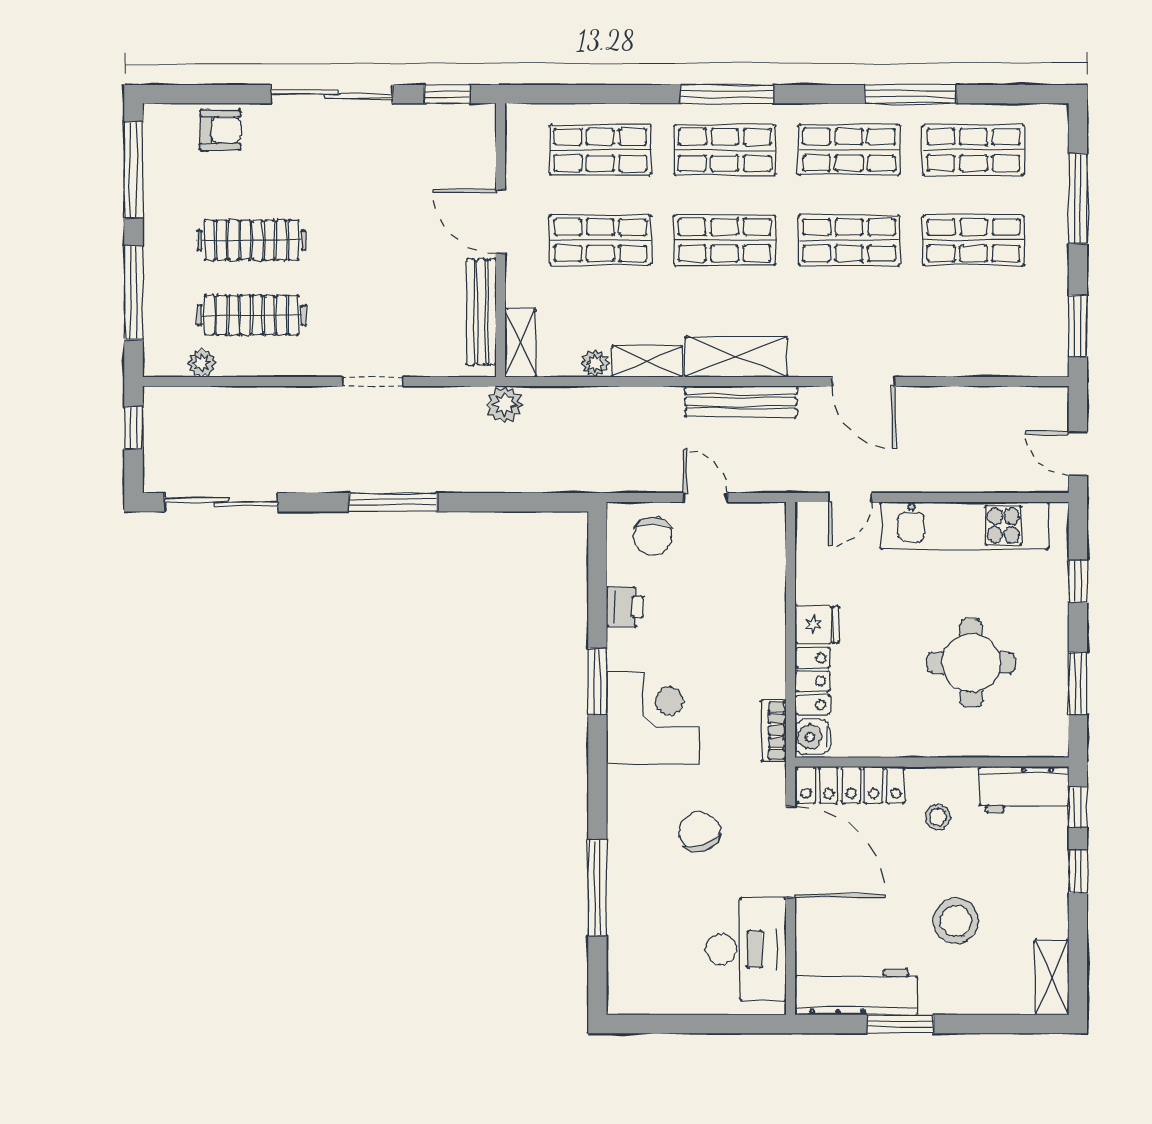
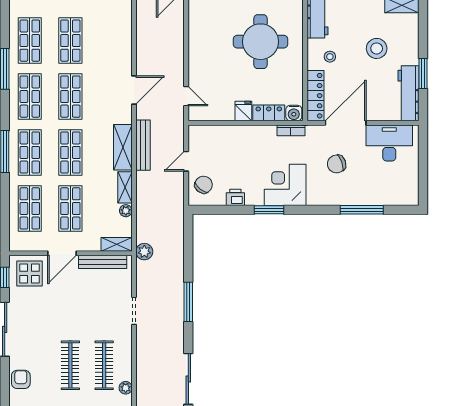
display table: (456, 149) -> (30, 273), added
kitchen unit: (965, 525) -> (199, 44), removed
chair: (653, 536) -> (204, 185), turned -52
round table: (971, 663) -> (260, 42), width x1.36, depth x1.36

